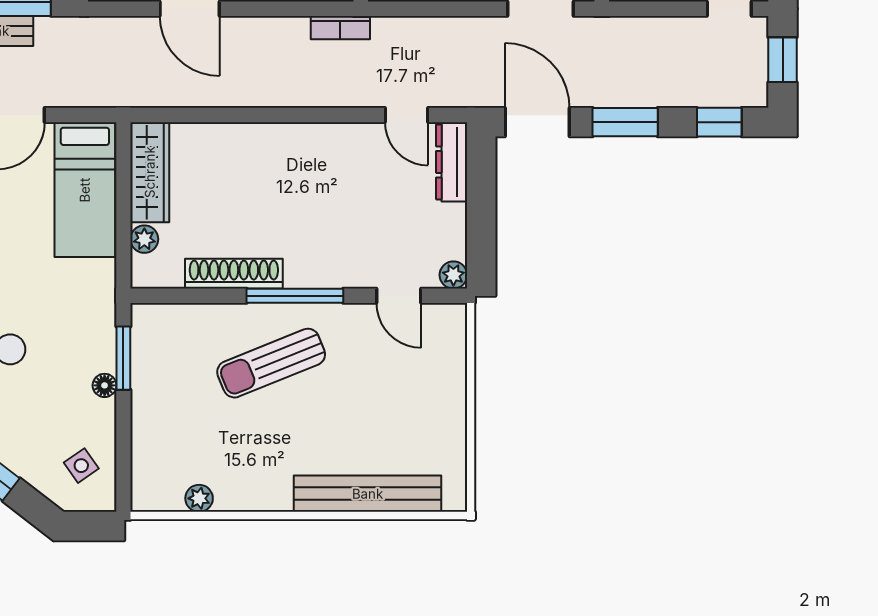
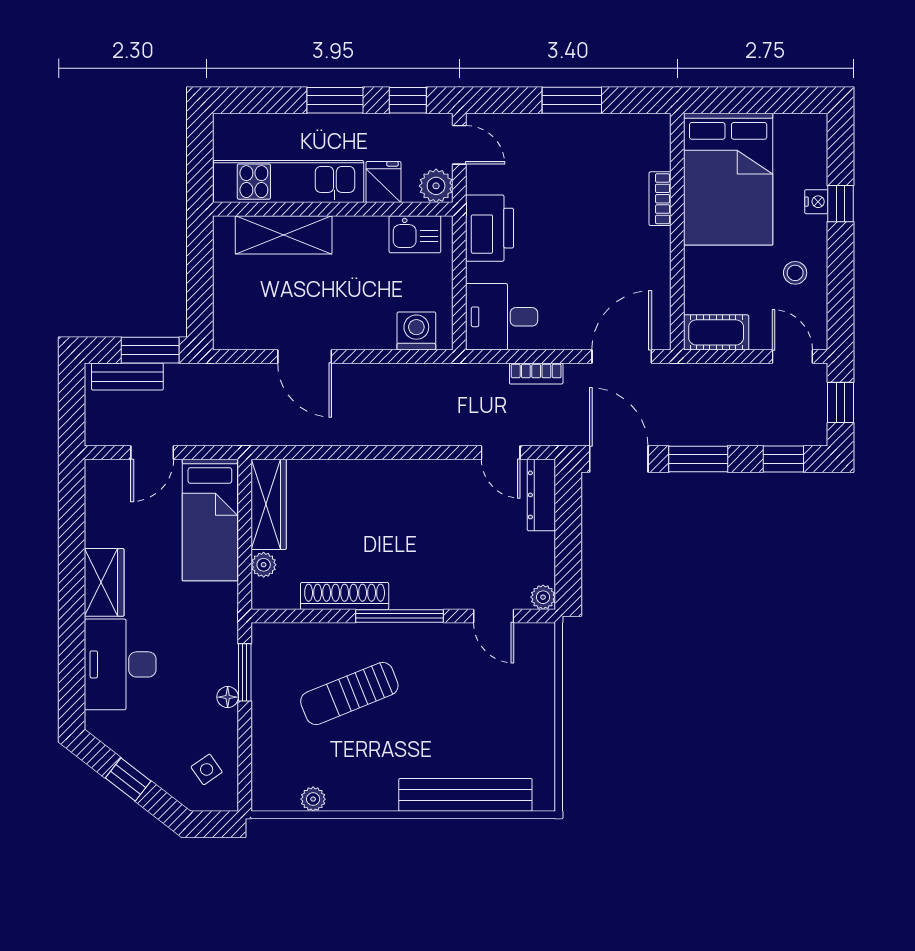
bookcase: (340, 28) -> (536, 374), moved
sun lounger: (271, 363) -> (349, 693), moved

